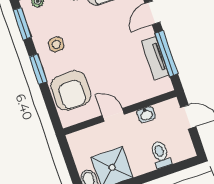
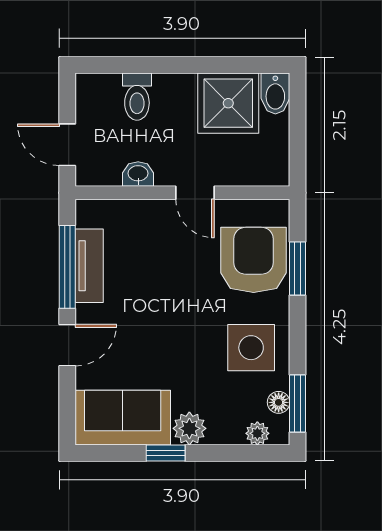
floor lamp: (32, 21) -> (279, 402), added
side table: (56, 44) -> (251, 348), width x1.87, depth x1.87
window: (38, 69) -> (297, 268), moved

